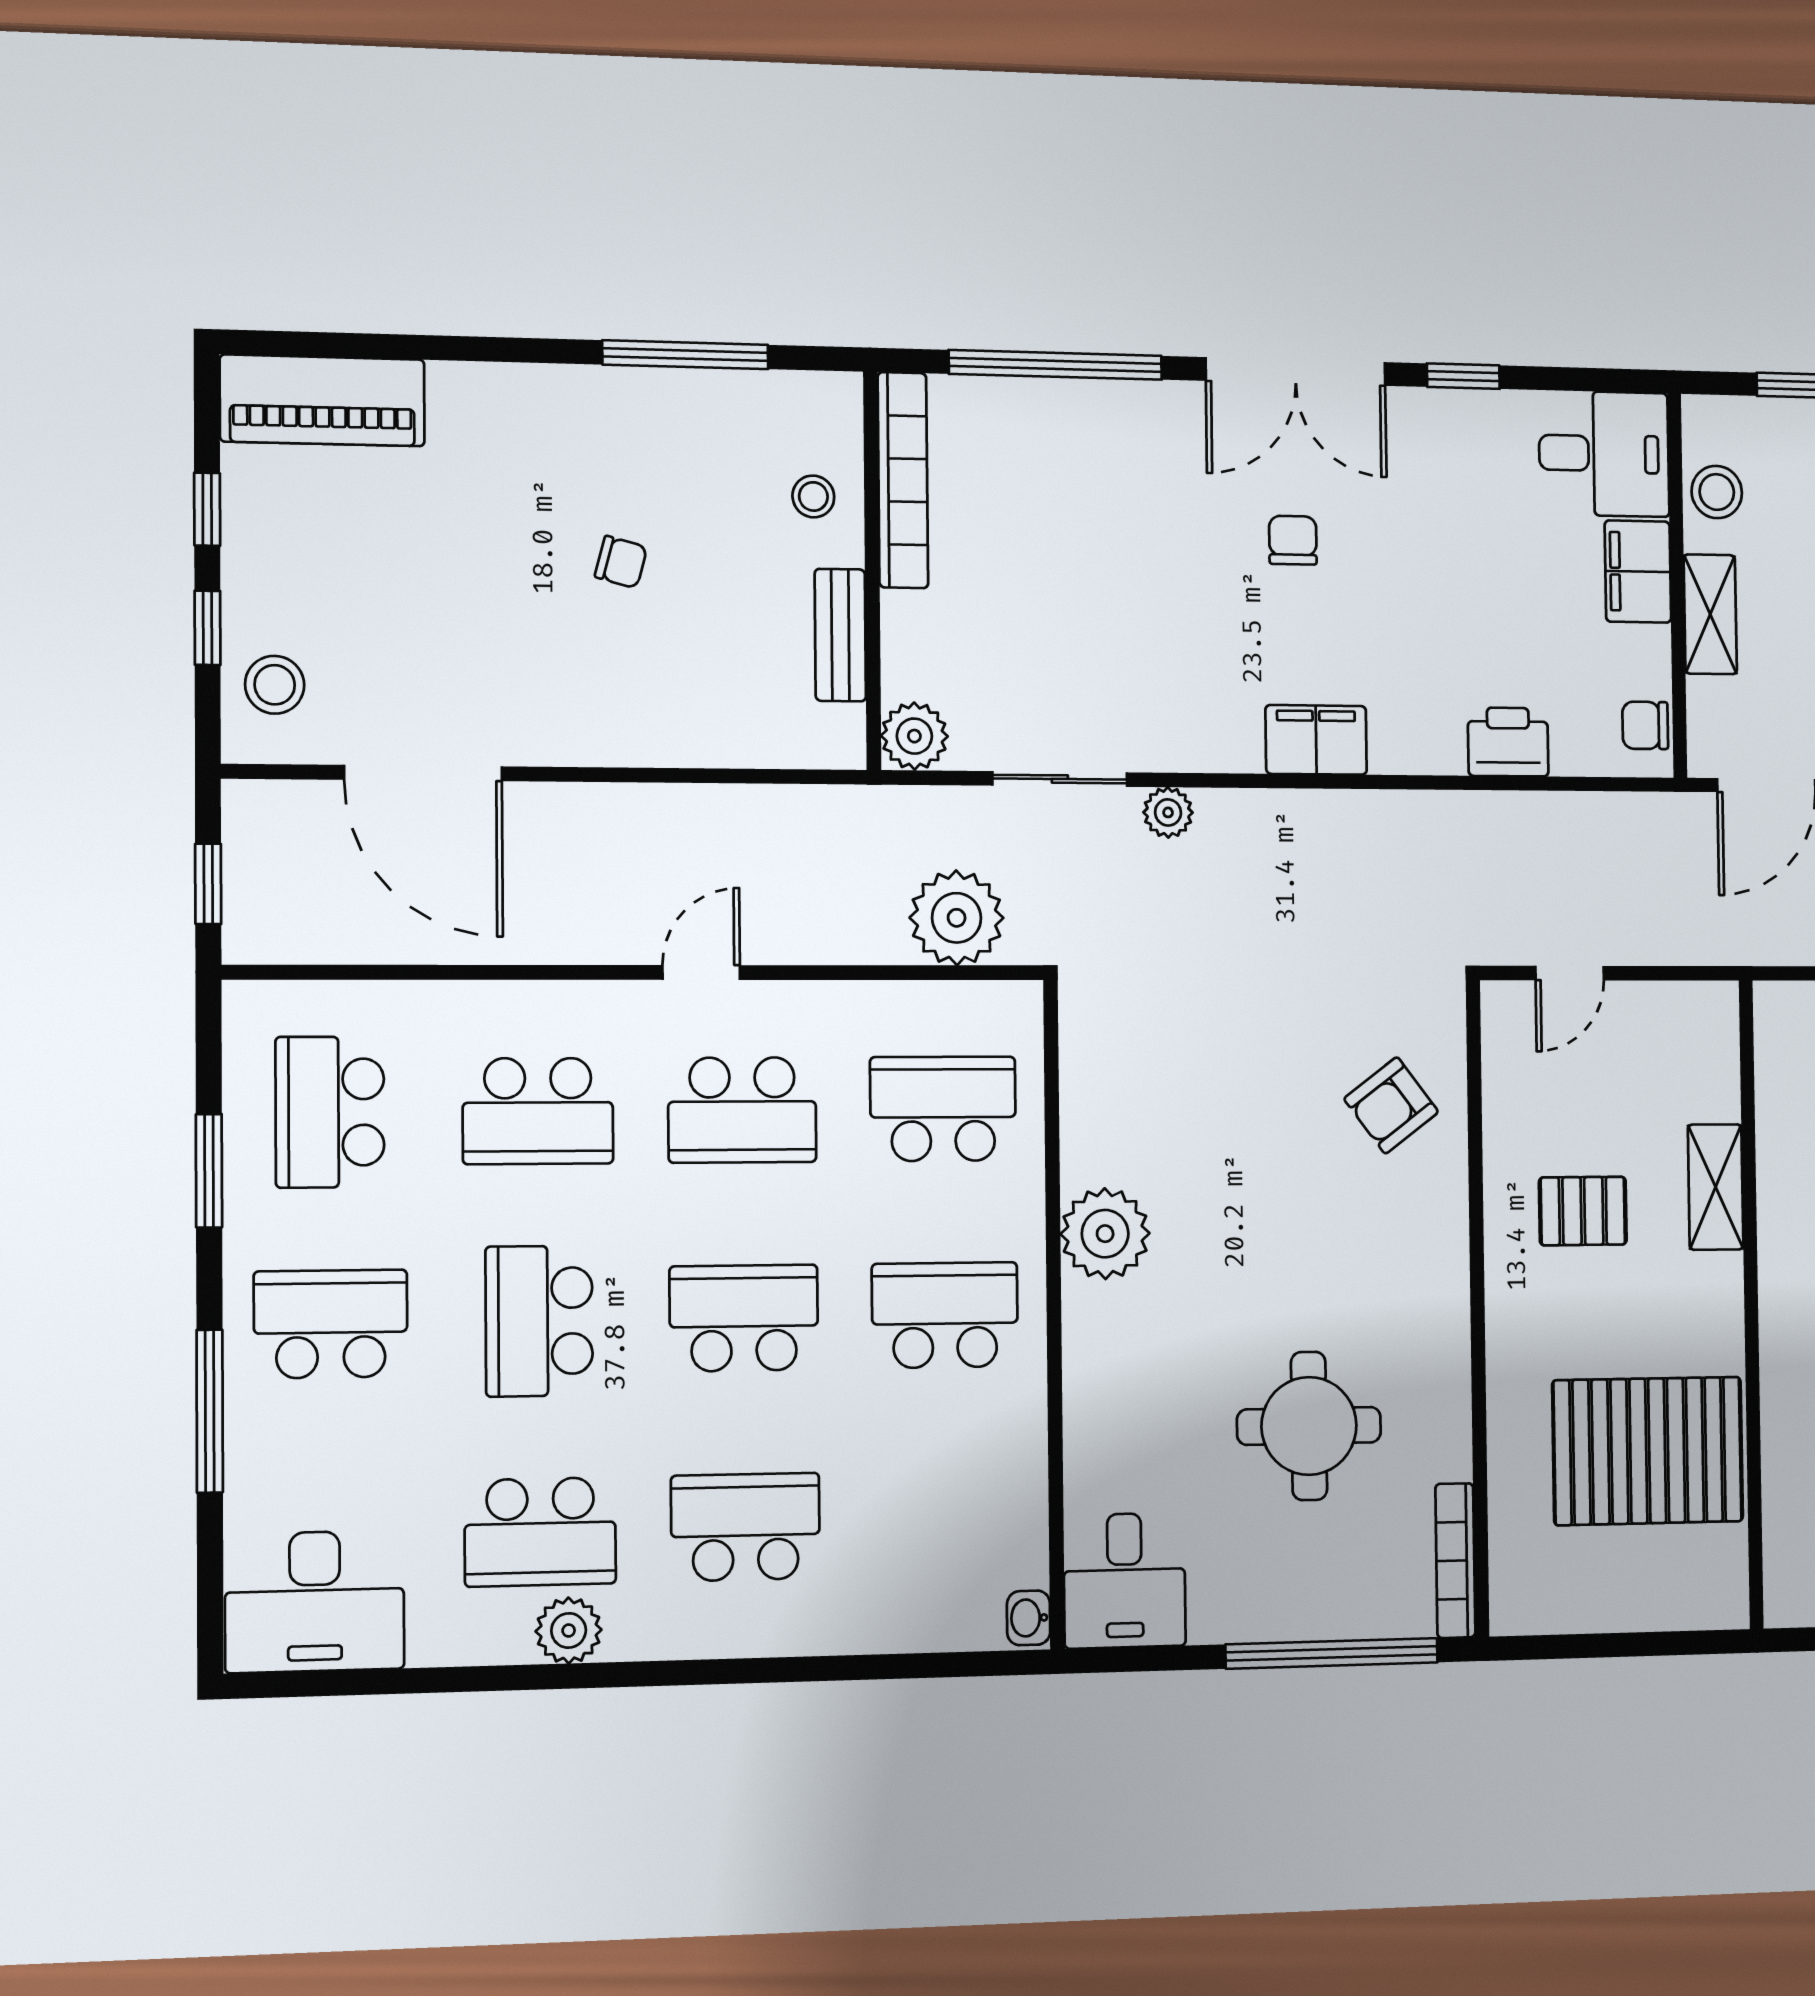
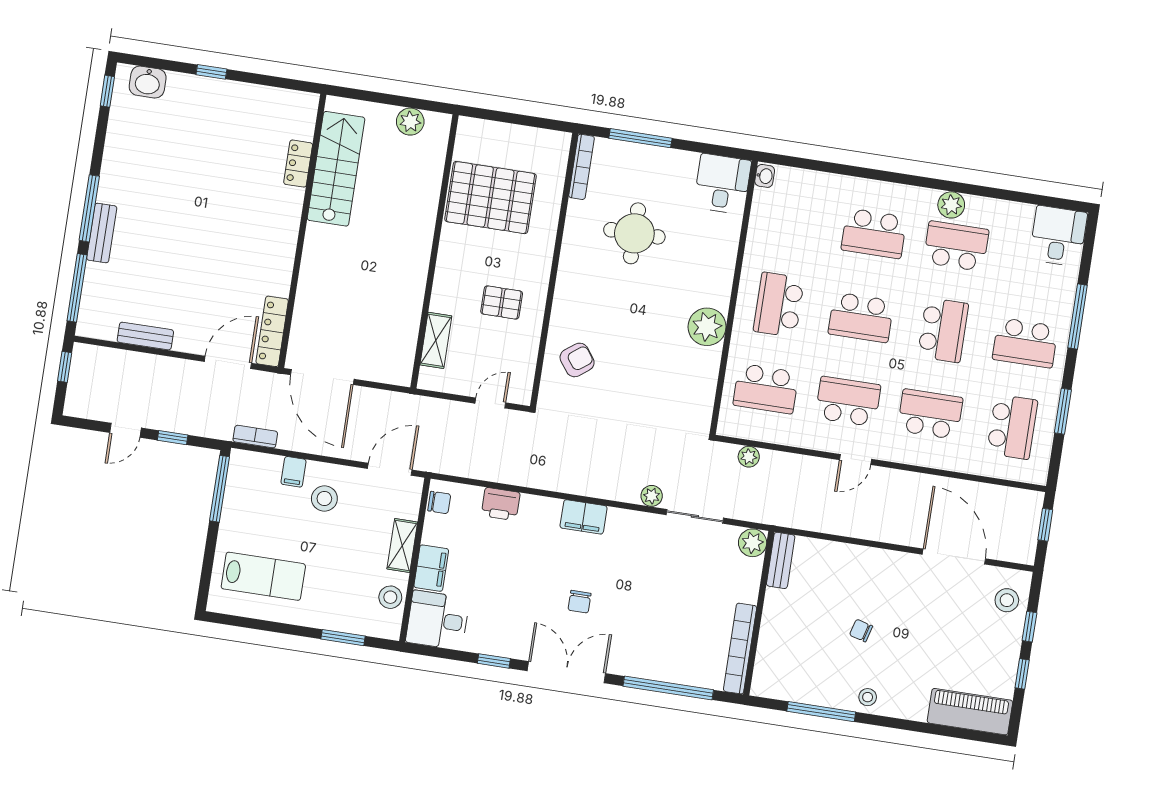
stool: (813, 496) -> (868, 697), moved
bench: (840, 635) -> (781, 560), moved
plant: (957, 918) -> (749, 457), width x0.53, depth x0.53
shelving: (1716, 1187) -> (436, 340), moved
school desk: (945, 1315) -> (779, 305), turned 90
desk: (315, 1601) -> (1058, 236), width x0.73
window: (1332, 1653) -> (640, 138), width x0.68

